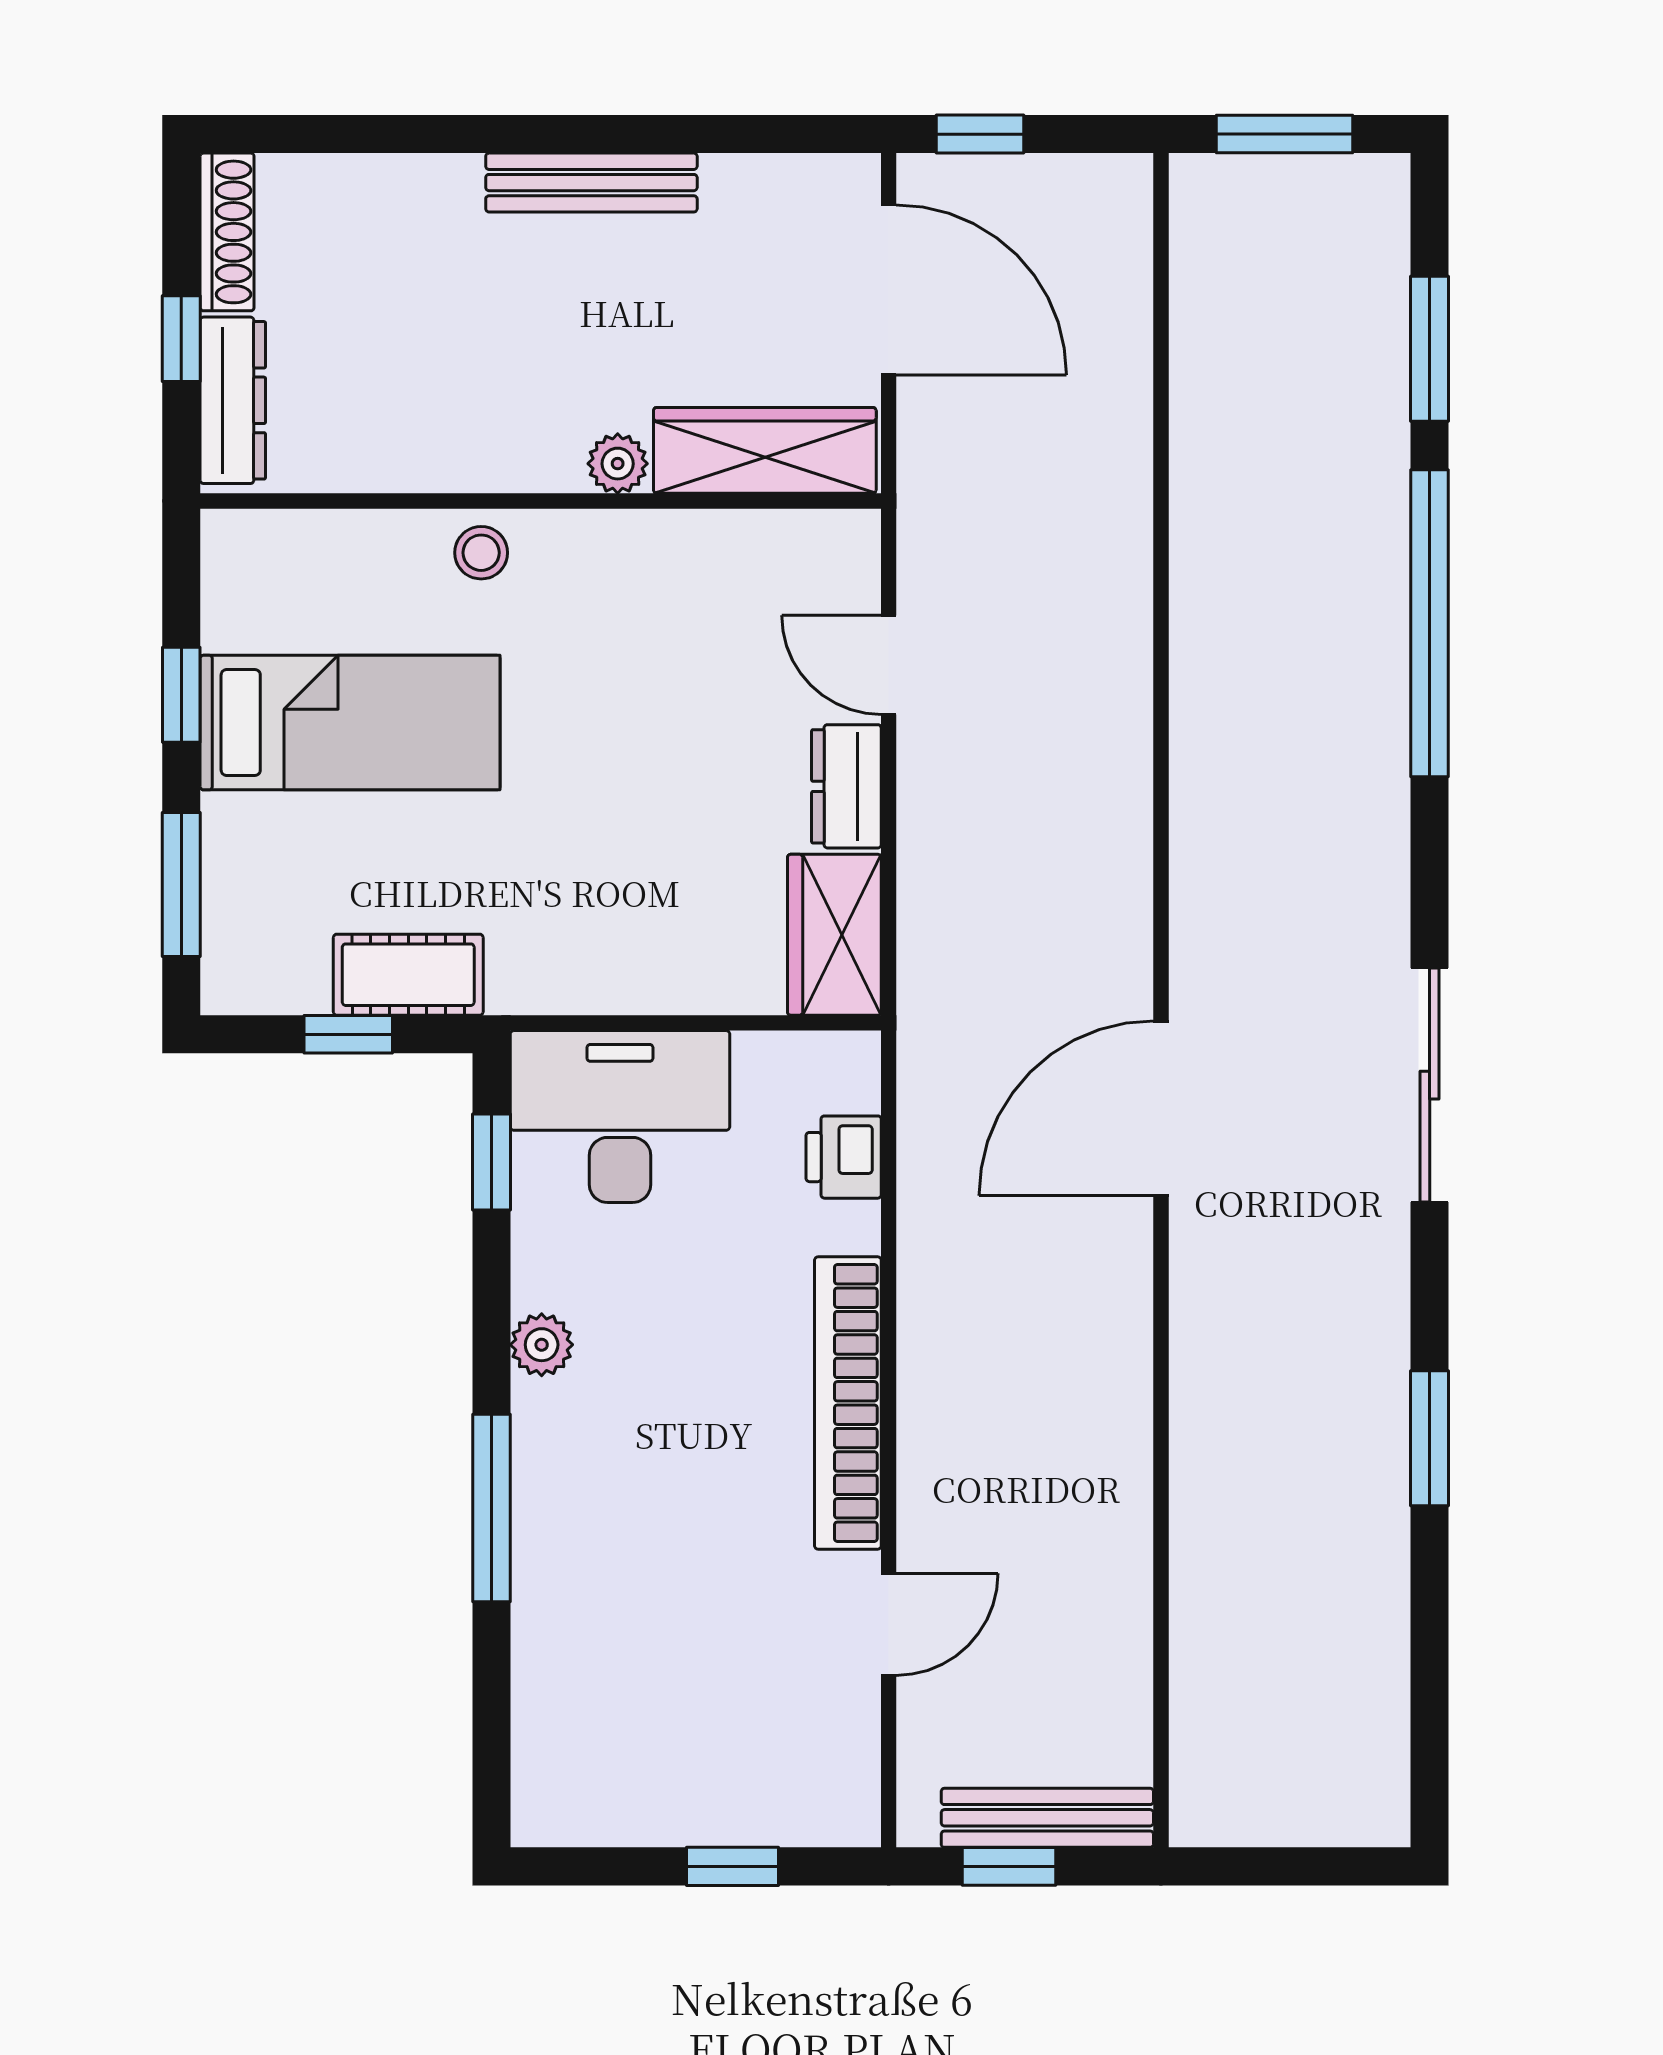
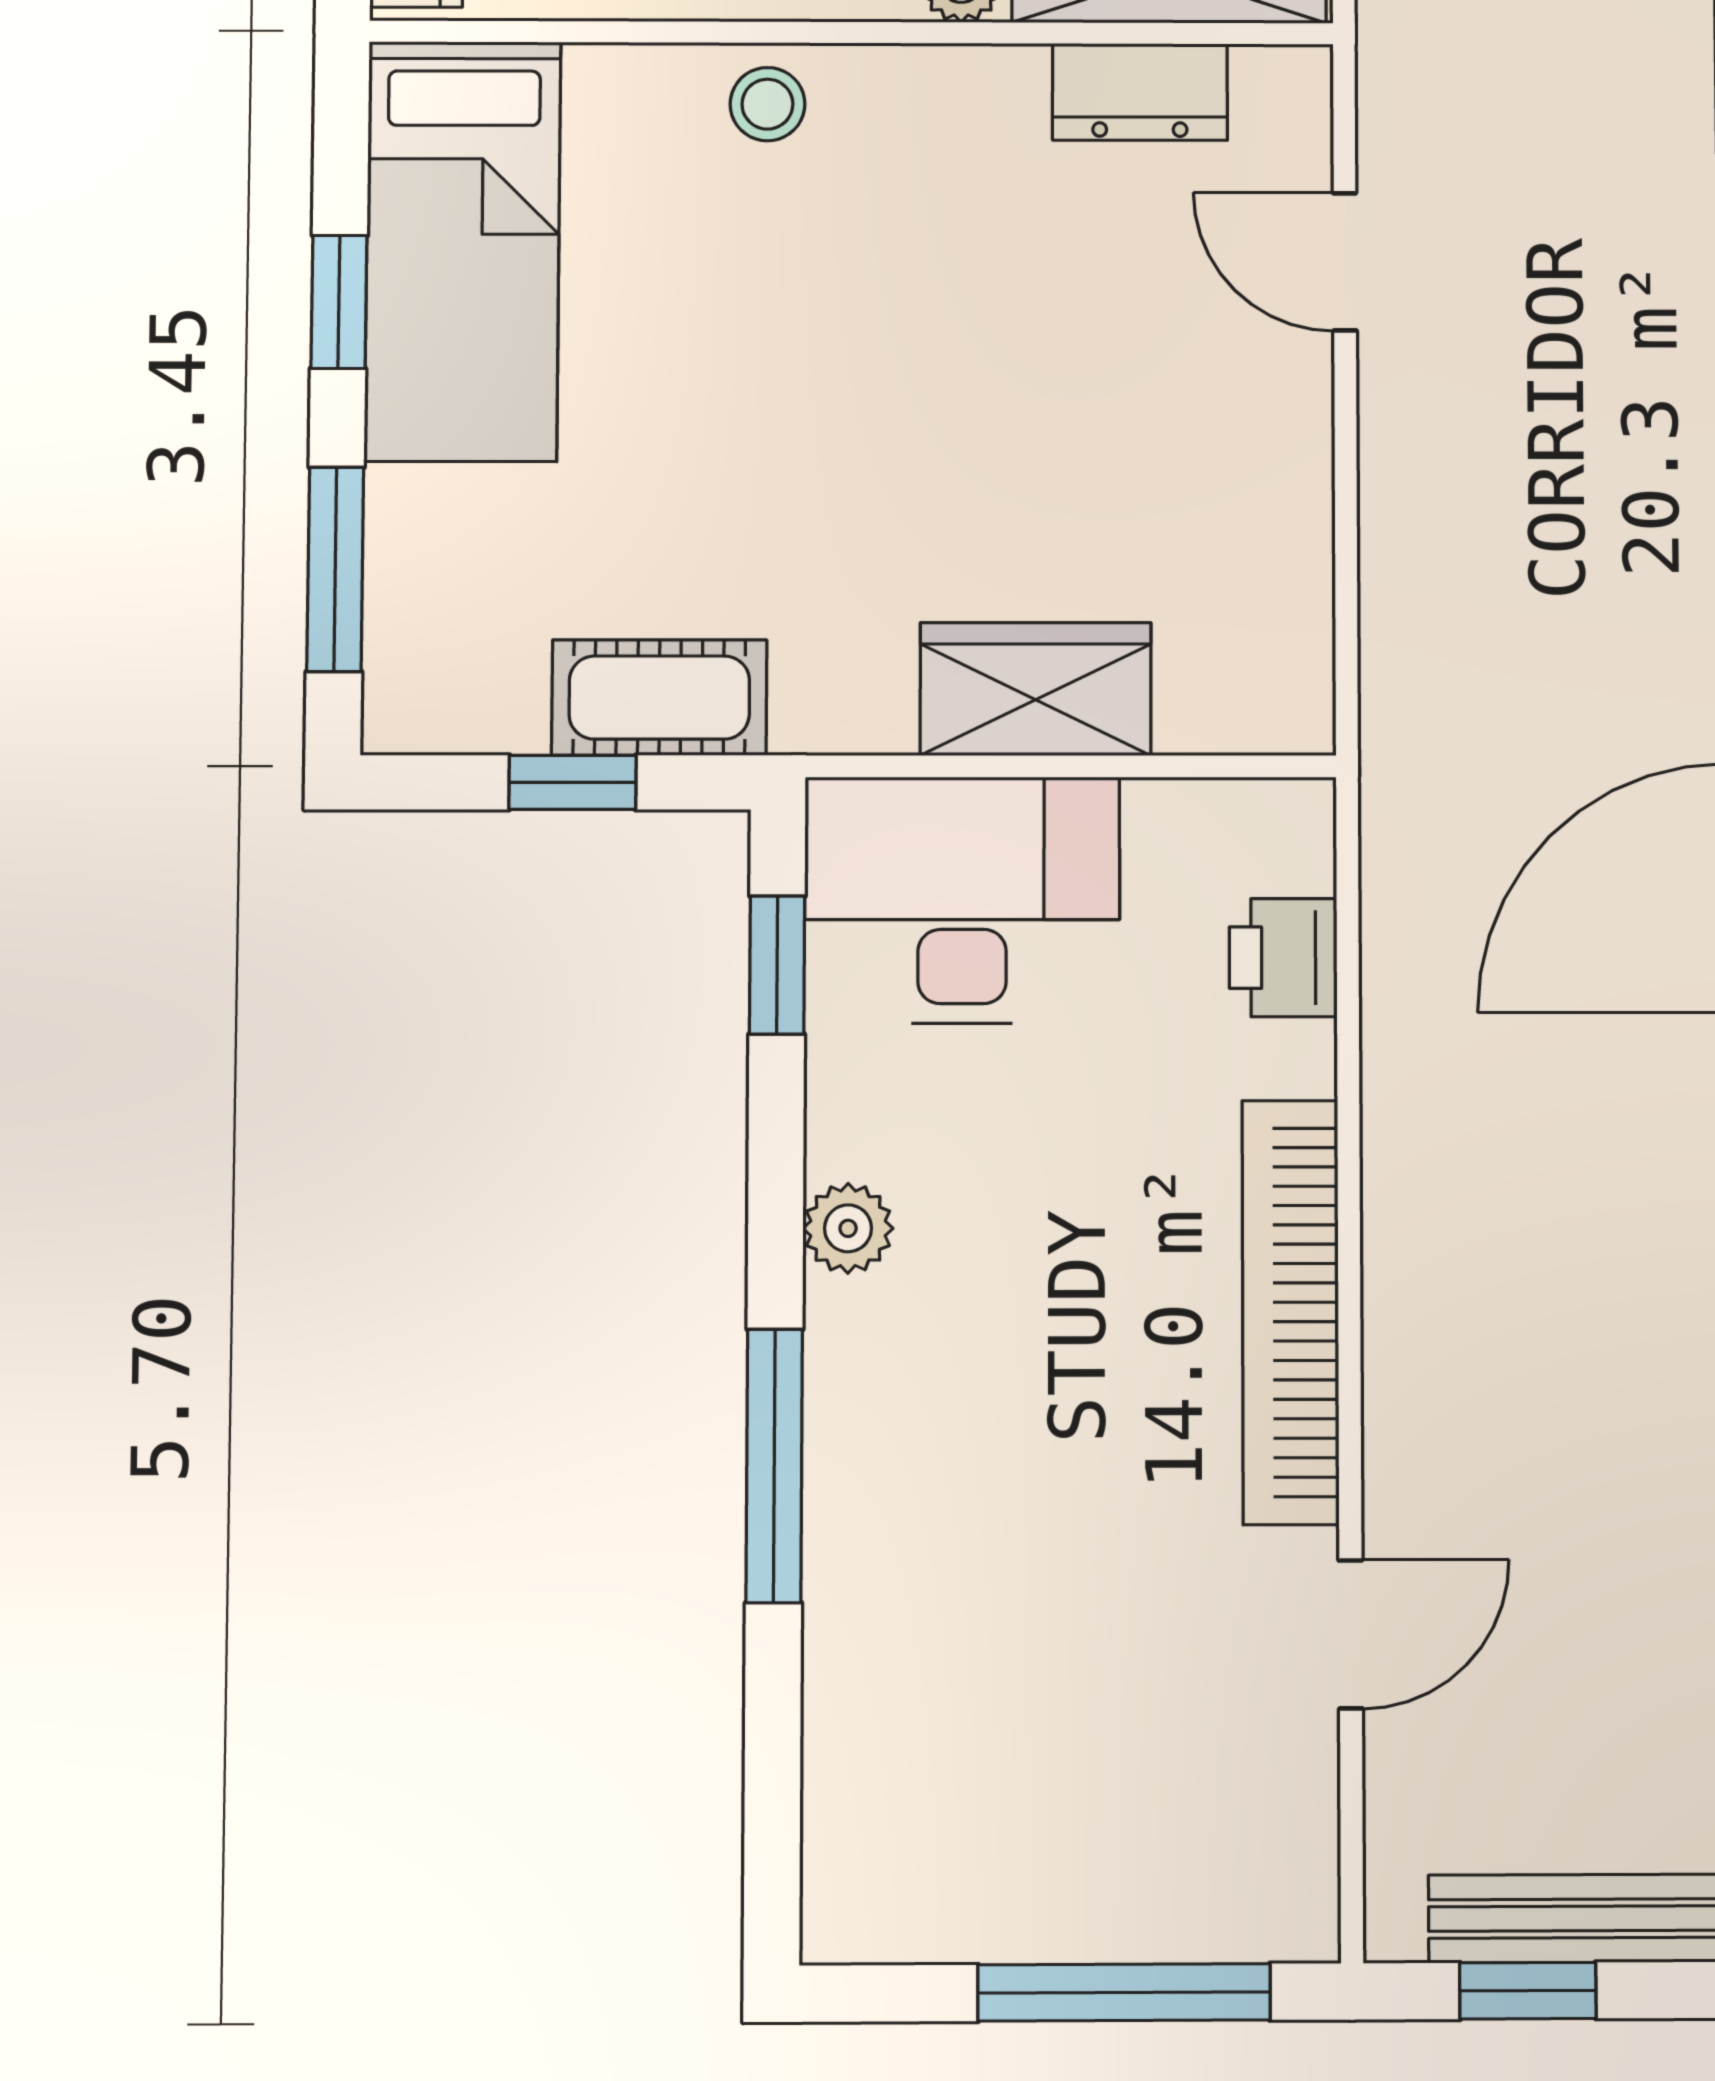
bed: (350, 723) -> (463, 251), moved, turned 90
dresser: (846, 786) -> (1140, 92), moved, turned -90
wardrobe: (834, 935) -> (1036, 689), moved, turned 90
window: (733, 1866) -> (1124, 1992), width x2.17

